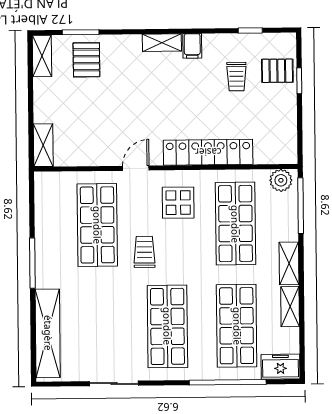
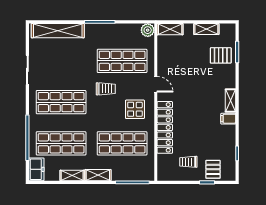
shelving: (42, 56) -> (206, 29), moved
trolley: (236, 77) -> (188, 162), moved
plant: (281, 180) -> (148, 30), moved

